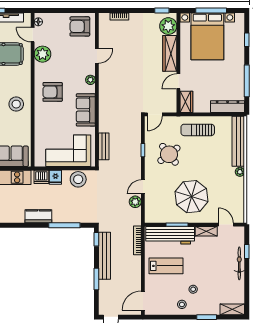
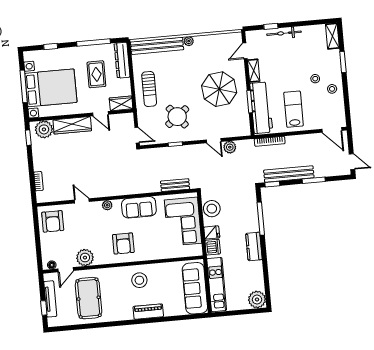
rug: (216, 81) -> (96, 74), added

